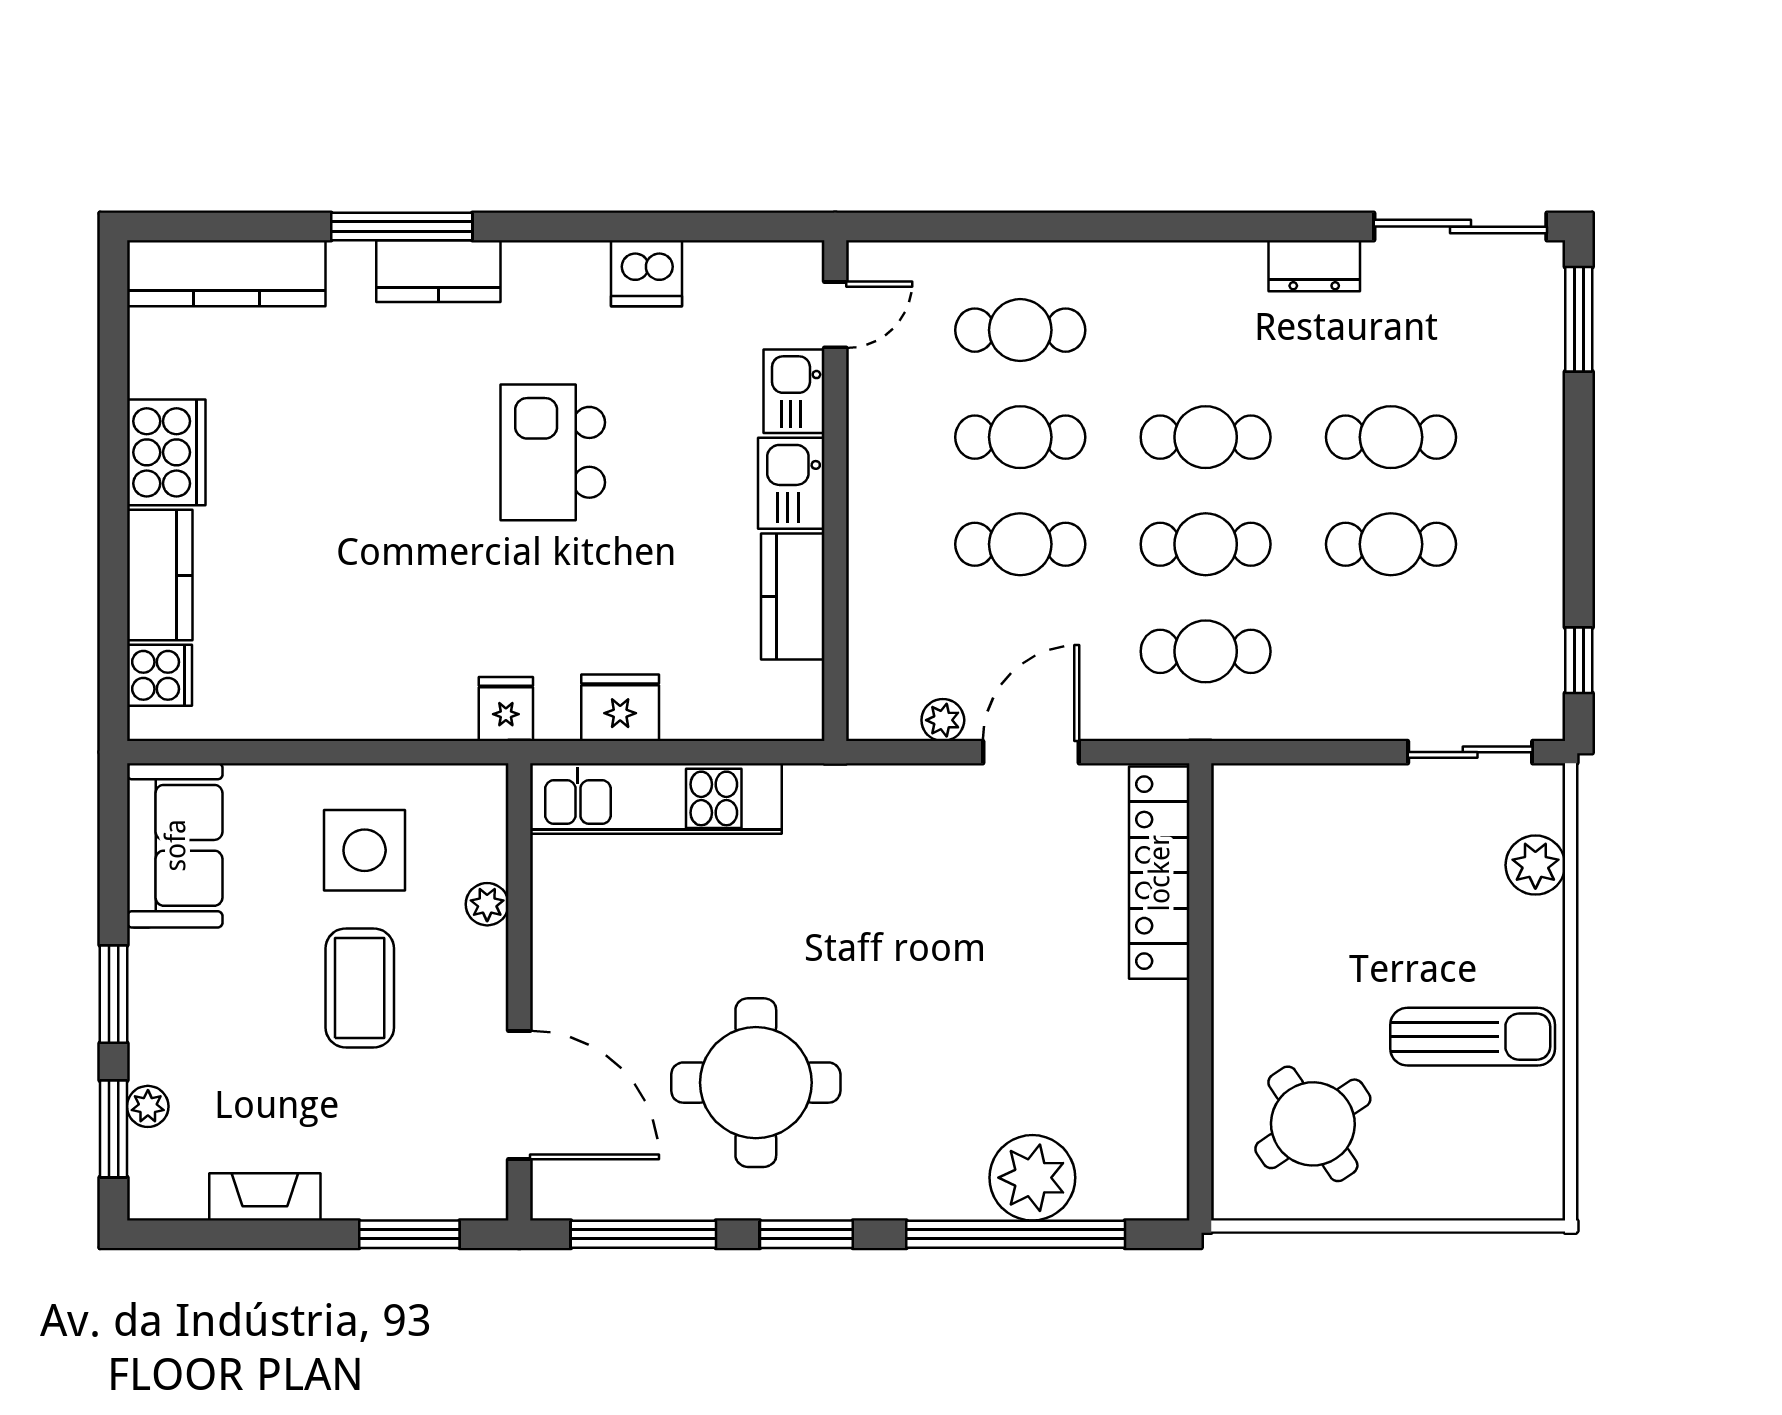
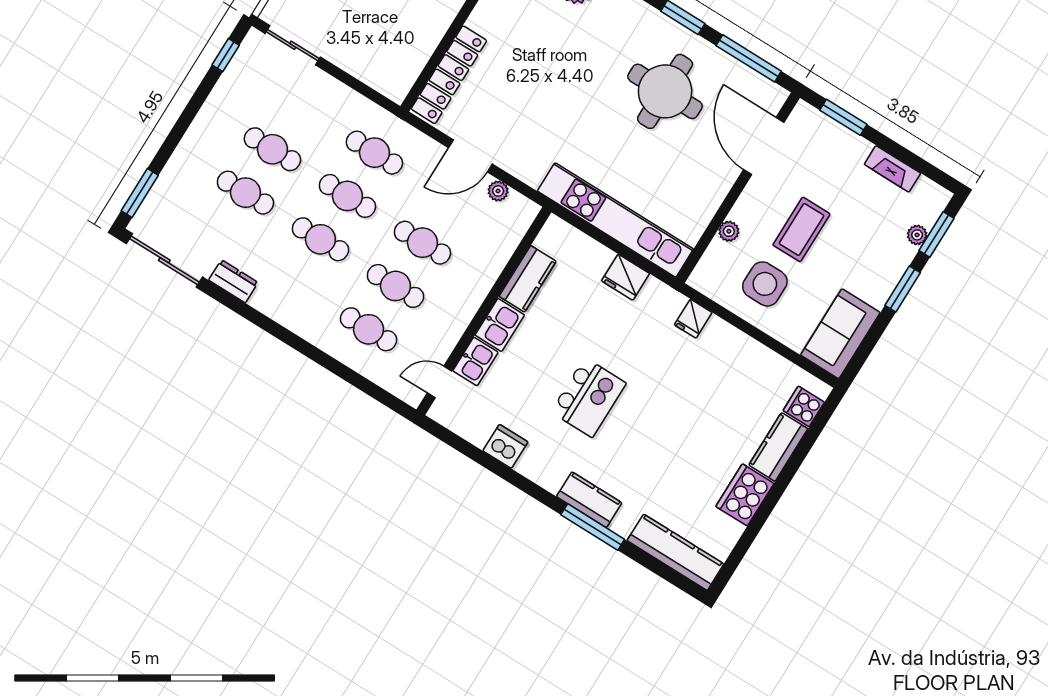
fridge: (506, 709) -> (693, 319), moved
kitchen unit: (656, 798) -> (615, 220), width x1.36

